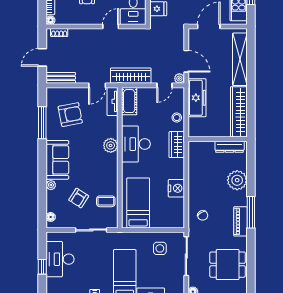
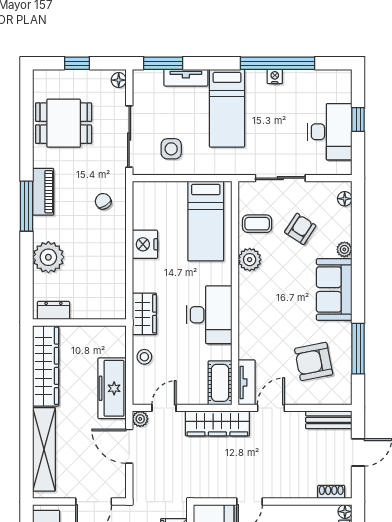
plant: (111, 145) -> (250, 260), moved
dresser: (230, 147) -> (53, 310), width x0.70

